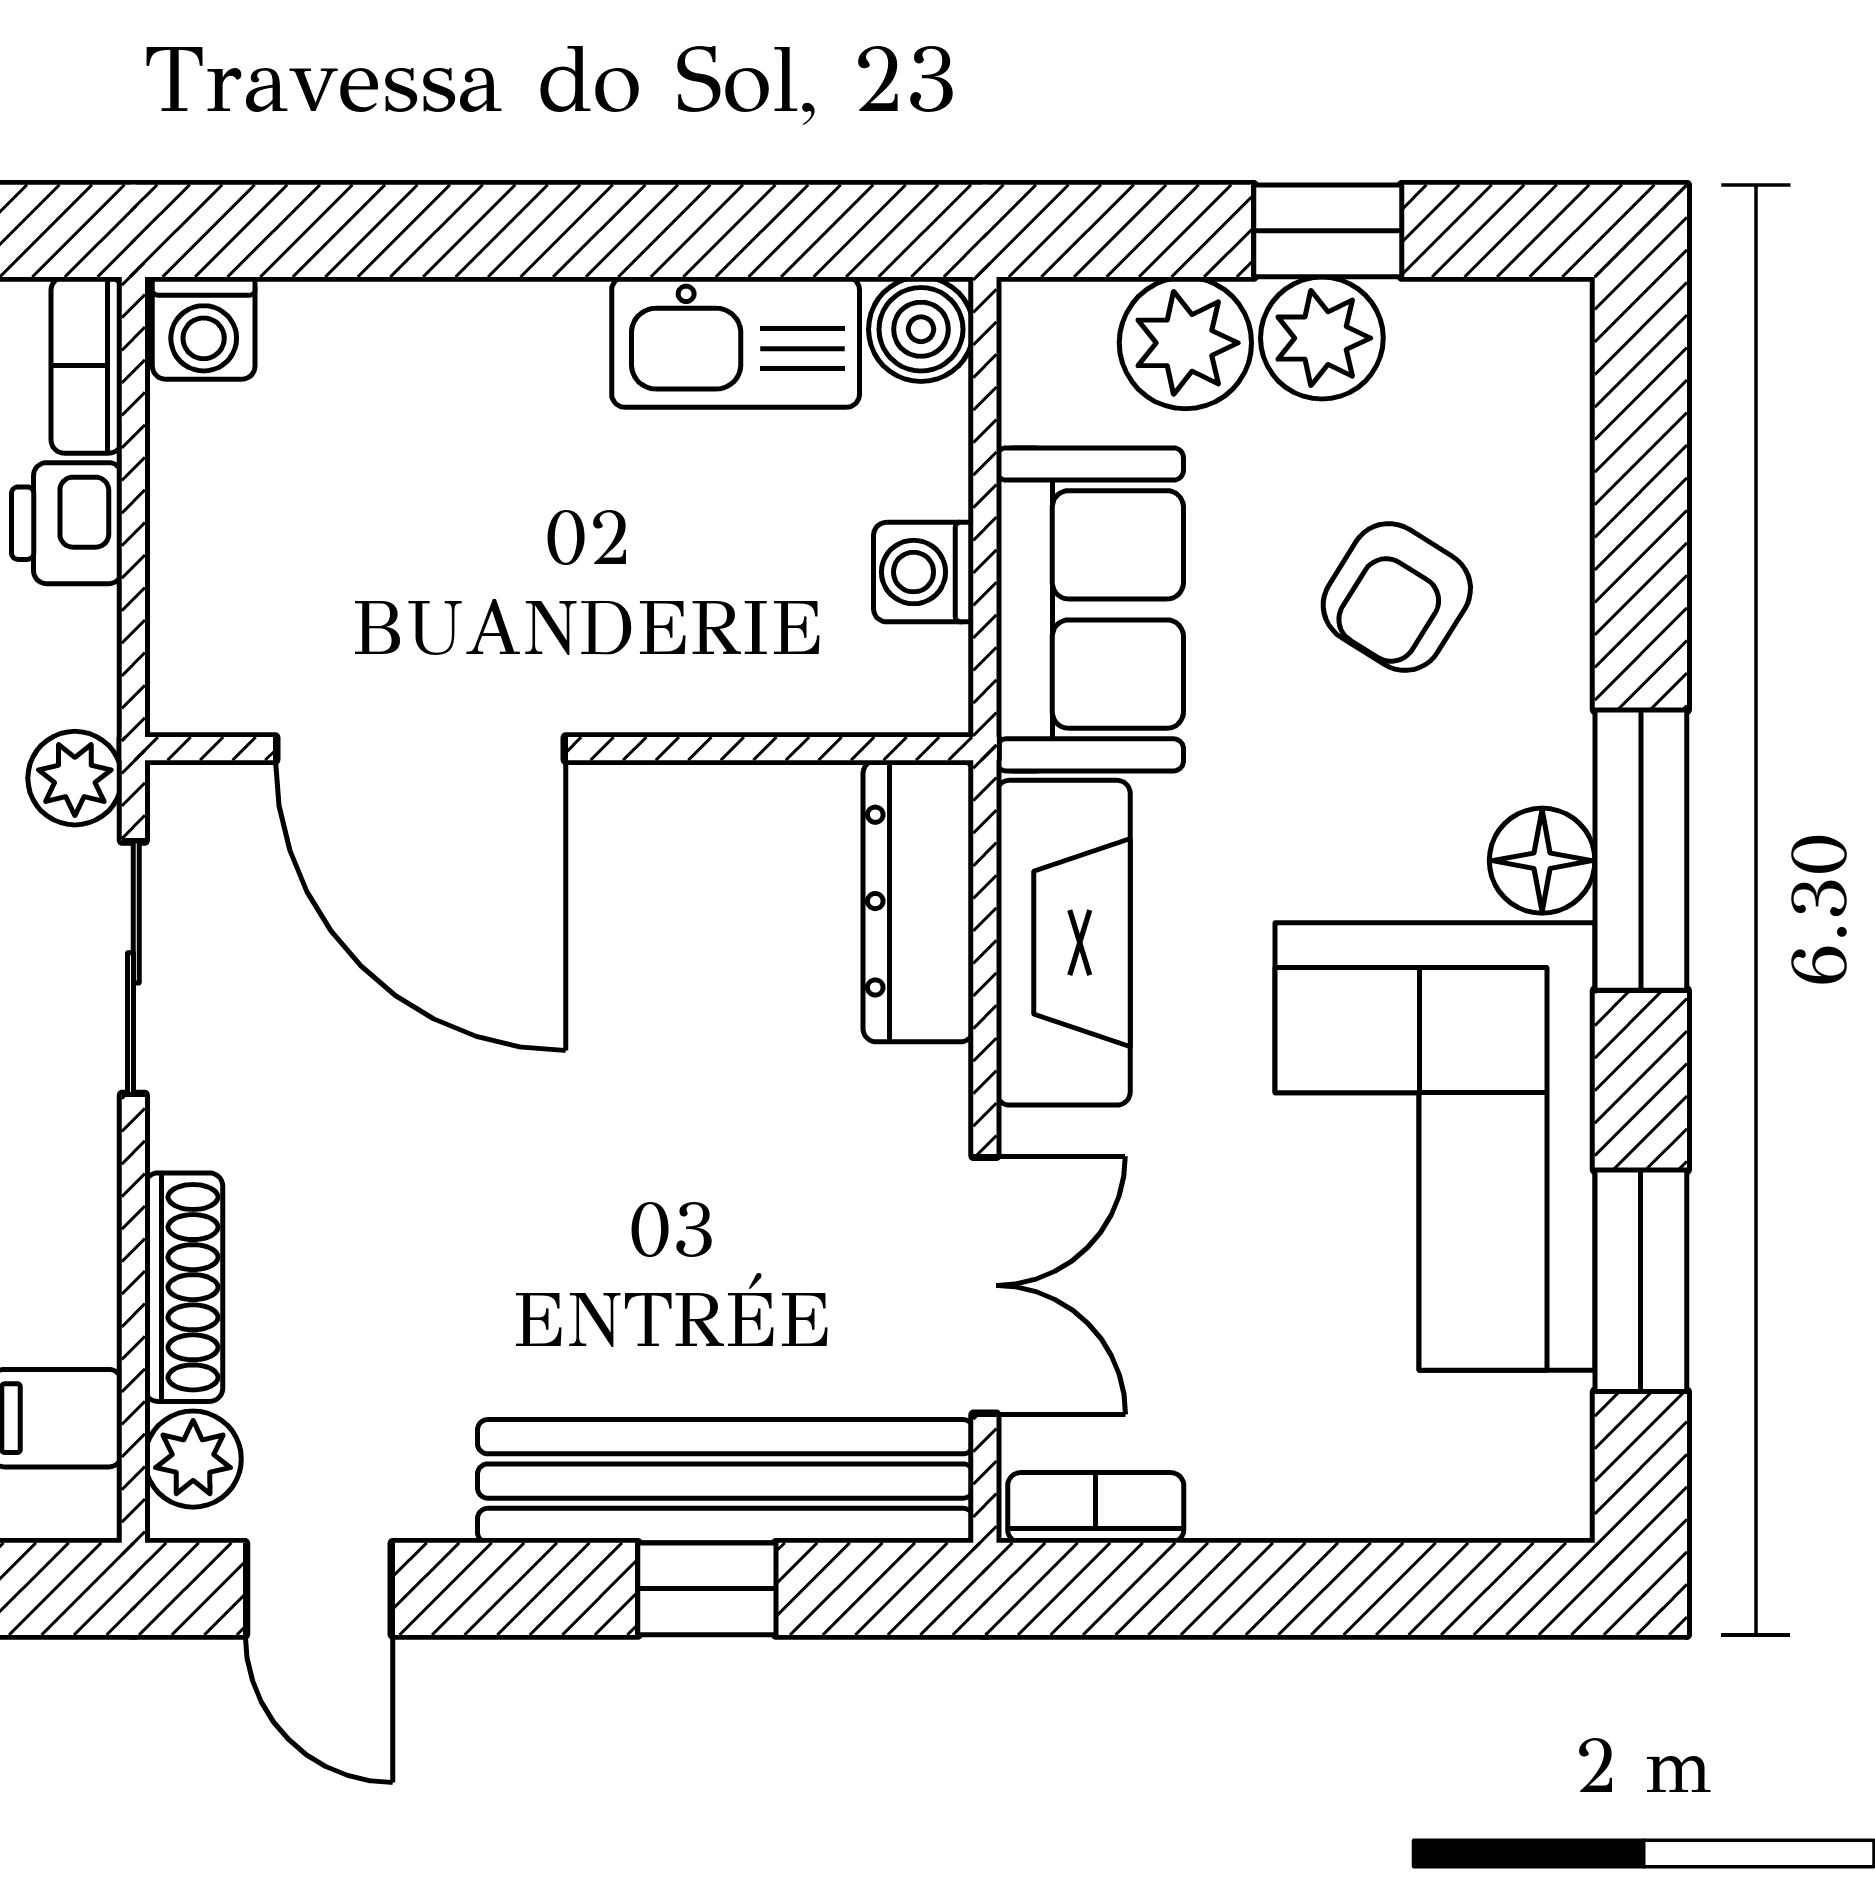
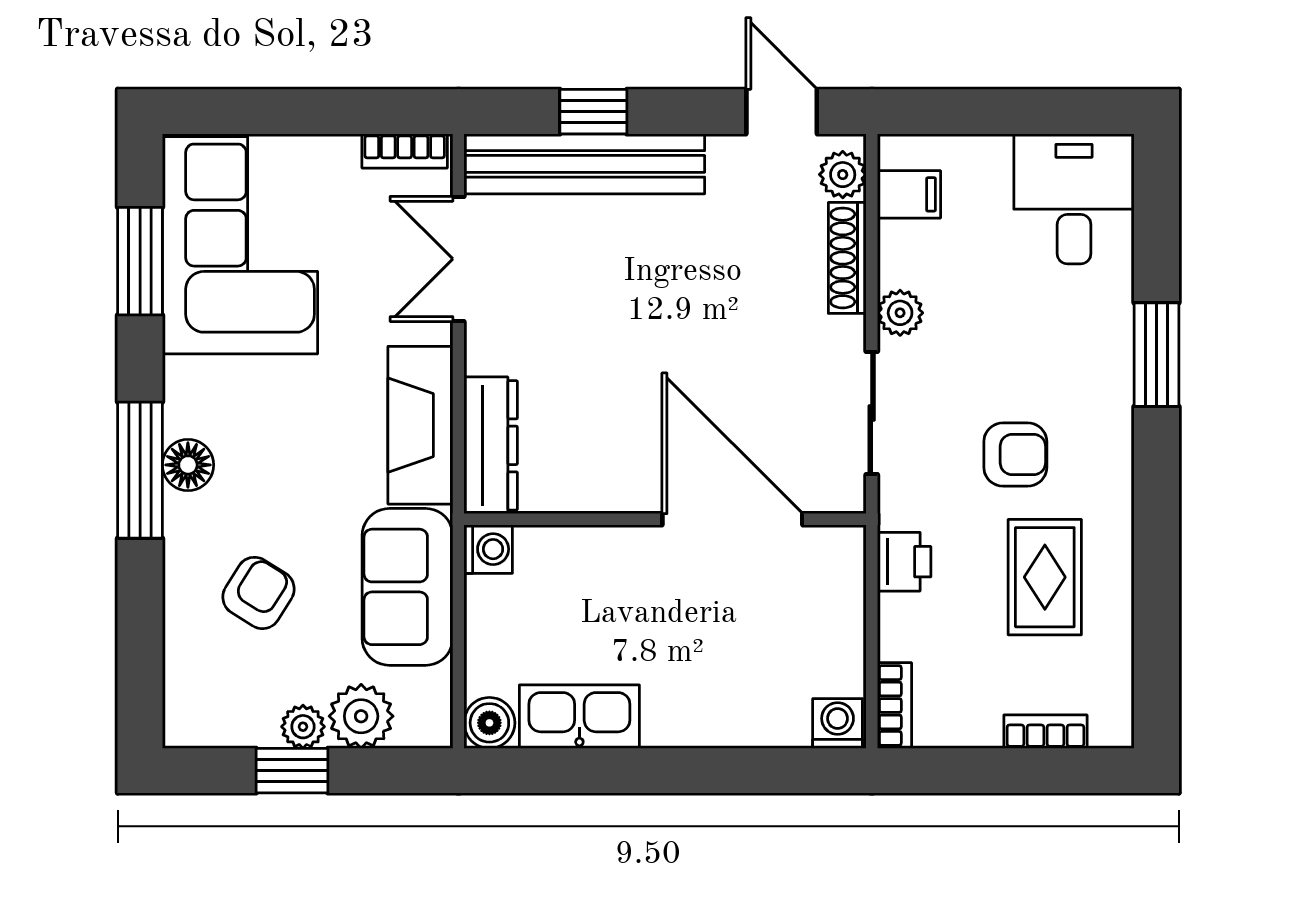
plant: (1322, 338) -> (303, 727), width x0.73, depth x0.73
printer: (67, 523) -> (904, 562), moved
washing machine: (924, 572) -> (488, 549), moved
plant: (75, 778) -> (900, 313), moved
corner sofa: (1435, 1147) -> (240, 245), moved

